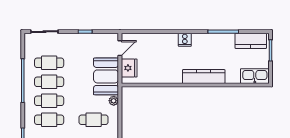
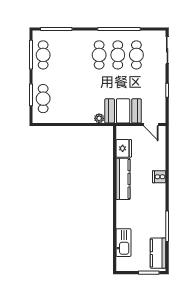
cooker: (185, 40) -> (159, 177), moved
fridge: (129, 68) -> (124, 148), moved, turned -90
kitchen sink: (255, 76) -> (123, 243), moved
kitchen counter: (204, 77) -> (123, 179), moved
cafe table: (49, 120) -> (80, 55), removed
cafe table: (94, 120) -> (80, 99), removed

